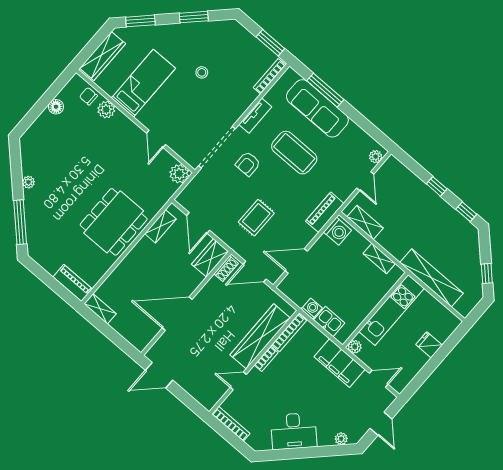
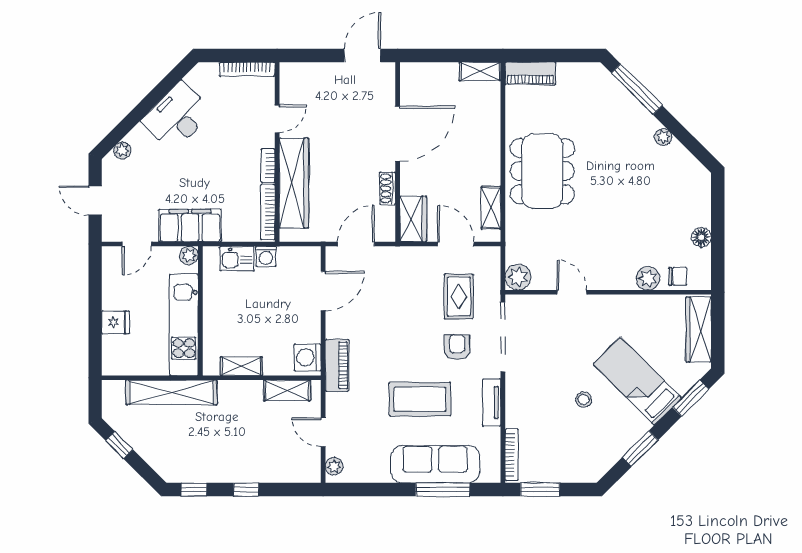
bed: (143, 83) -> (637, 381), moved, turned 135
rug: (256, 218) -> (459, 297), moved
shoe rack: (226, 269) -> (388, 188), moved

